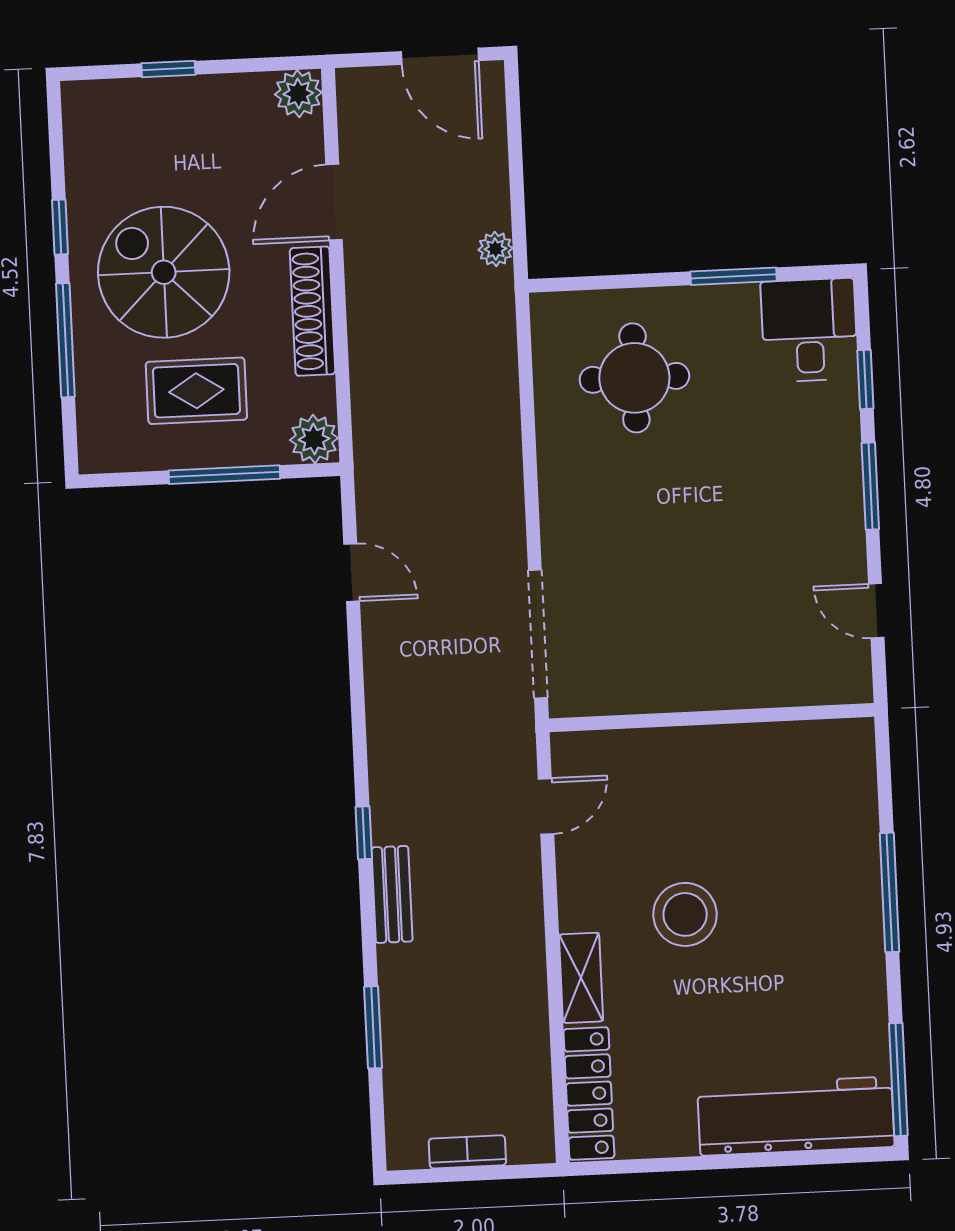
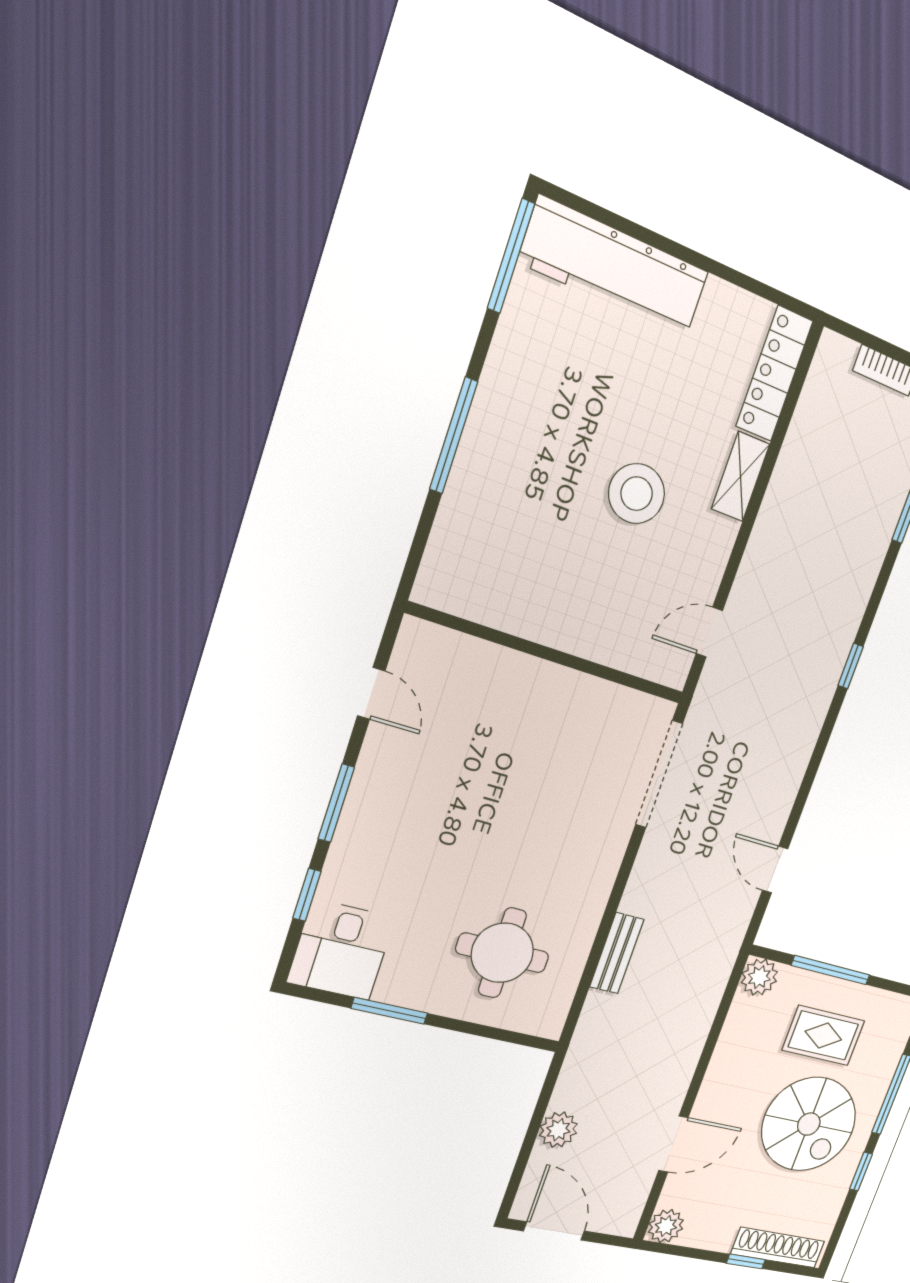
plant: (495, 249) -> (558, 1130), moved, width x1.38, depth x1.38
shoe rack: (313, 311) -> (778, 1248), moved, turned -90
bench: (392, 894) -> (617, 953), moved

